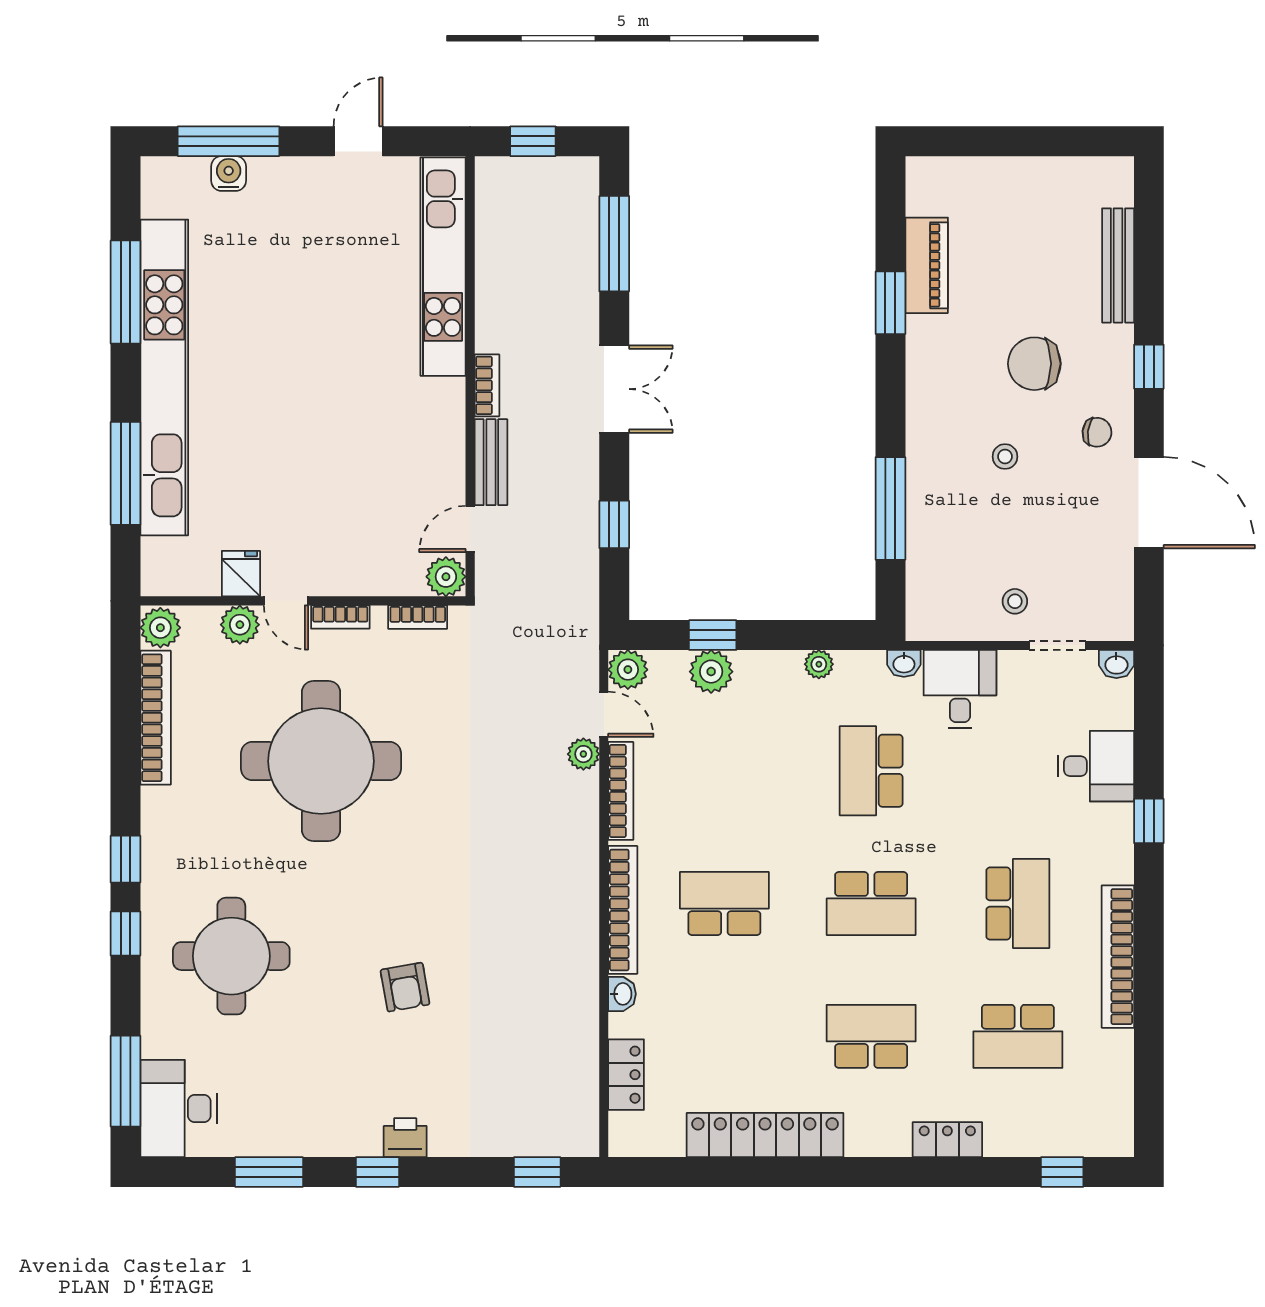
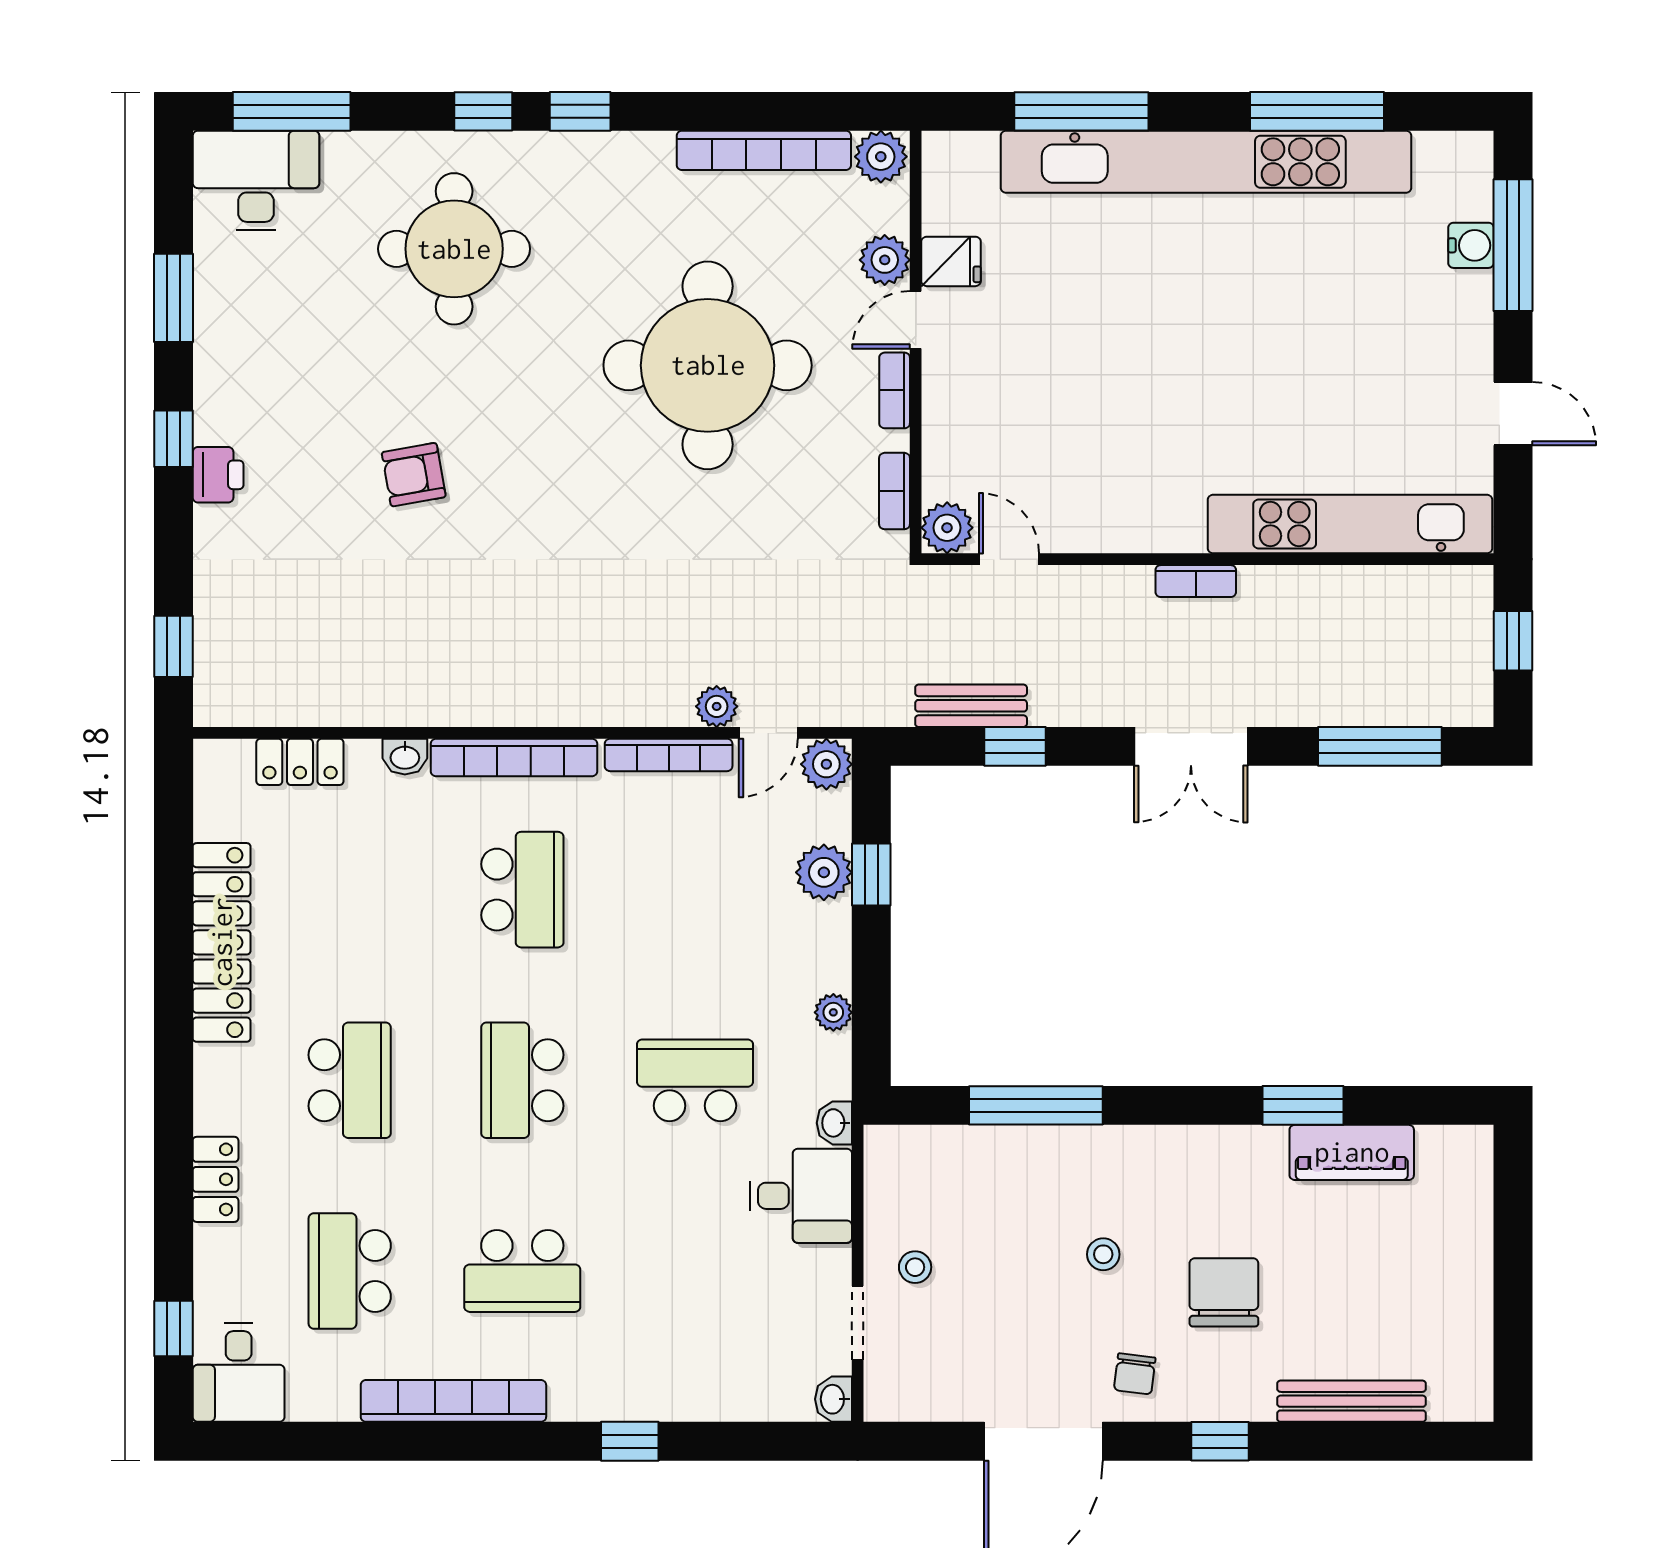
bench: (491, 462) -> (971, 706), moved
desk: (1096, 766) -> (239, 1372), moved

